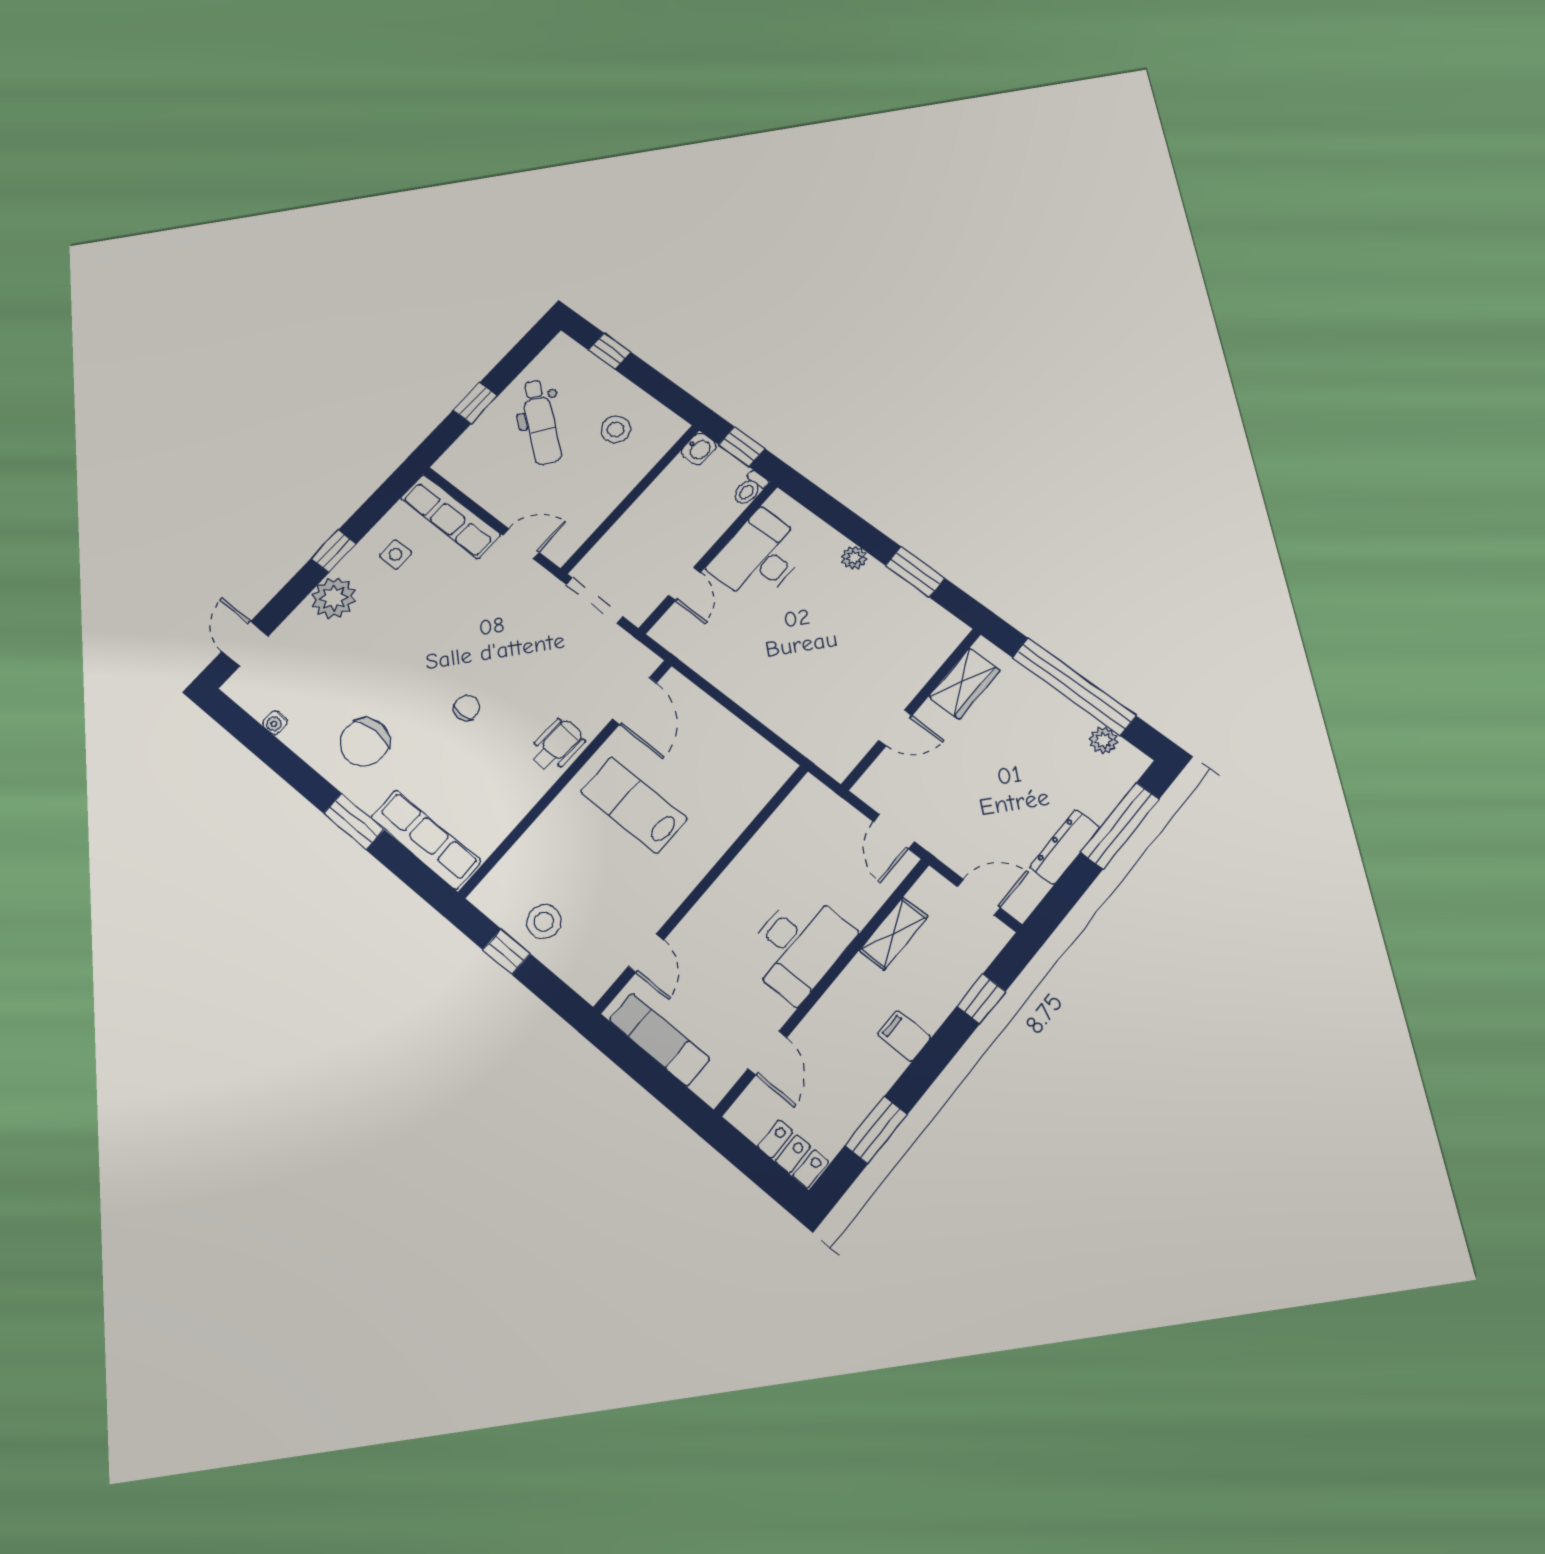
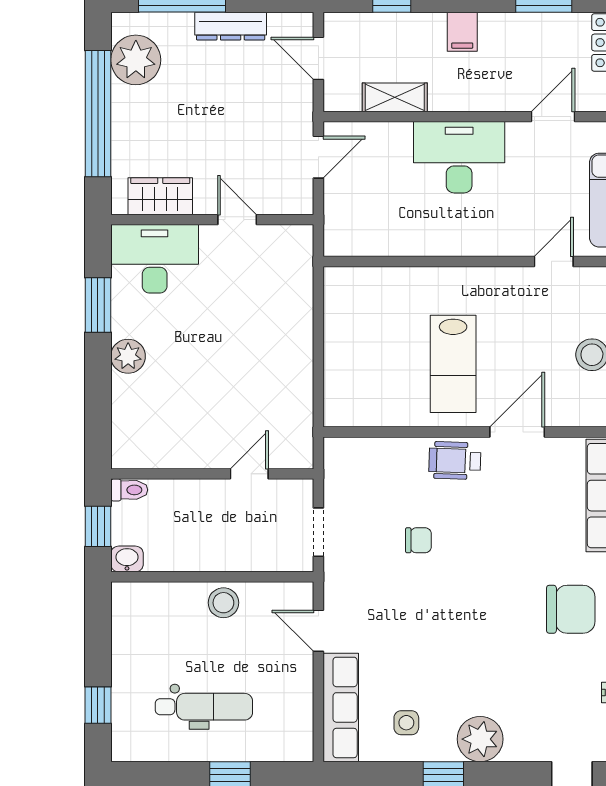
dental chair: (541, 422) -> (204, 707), turned 53
stool: (616, 429) -> (223, 603), moved
desk: (759, 557) -> (155, 259), moved, turned 180
plant: (854, 558) -> (128, 356), width x1.38, depth x1.38
doorway: (594, 600) -> (318, 532), width x0.73
door: (635, 701) -> (517, 432), moved
chair: (467, 708) -> (418, 540), moved, turned 180
plant: (1104, 740) -> (136, 60), width x1.87, depth x1.87

